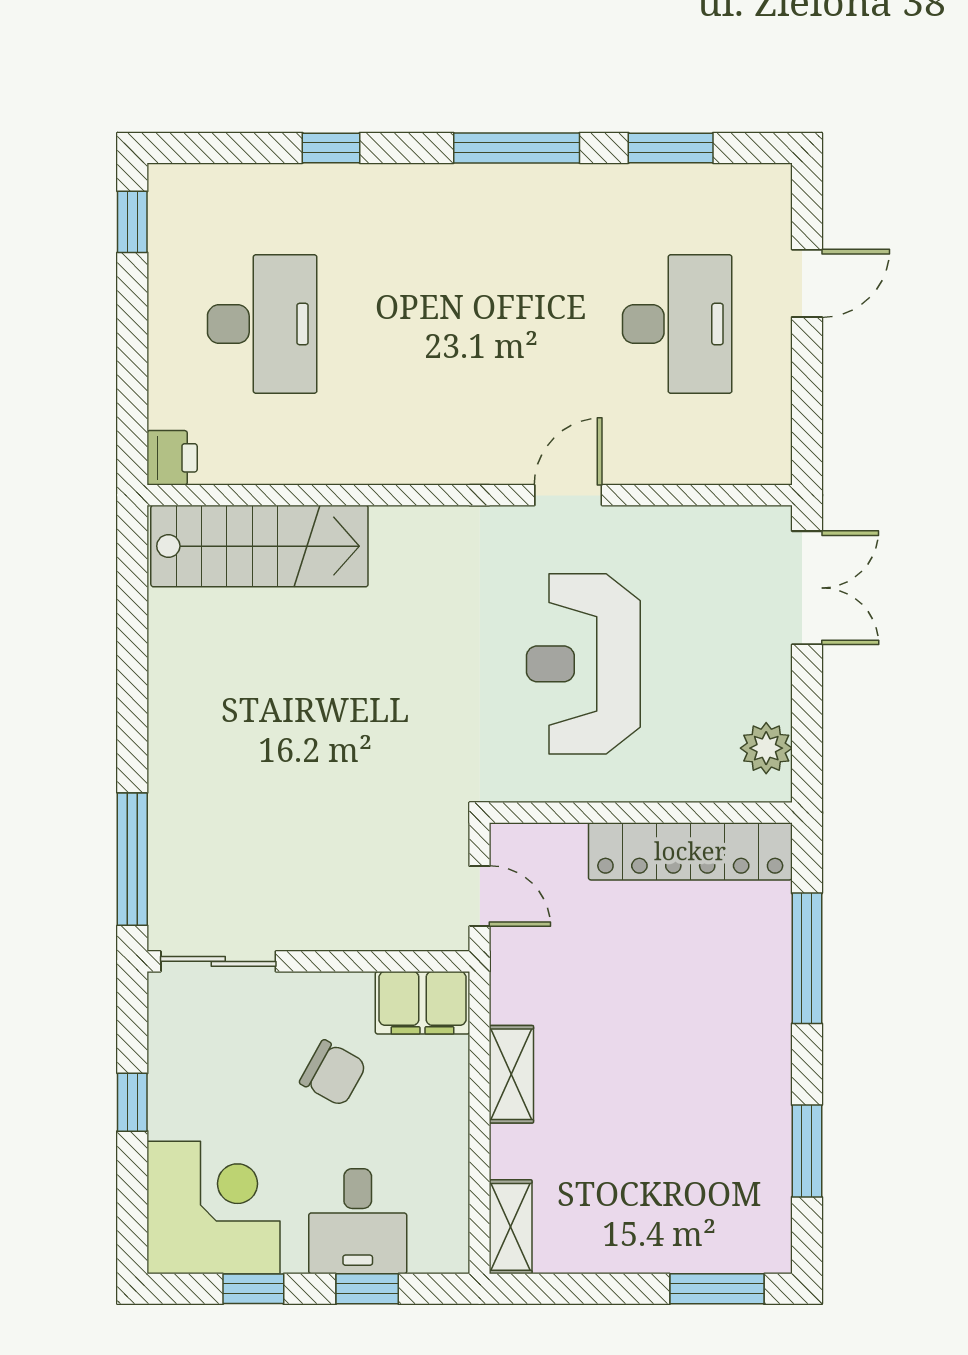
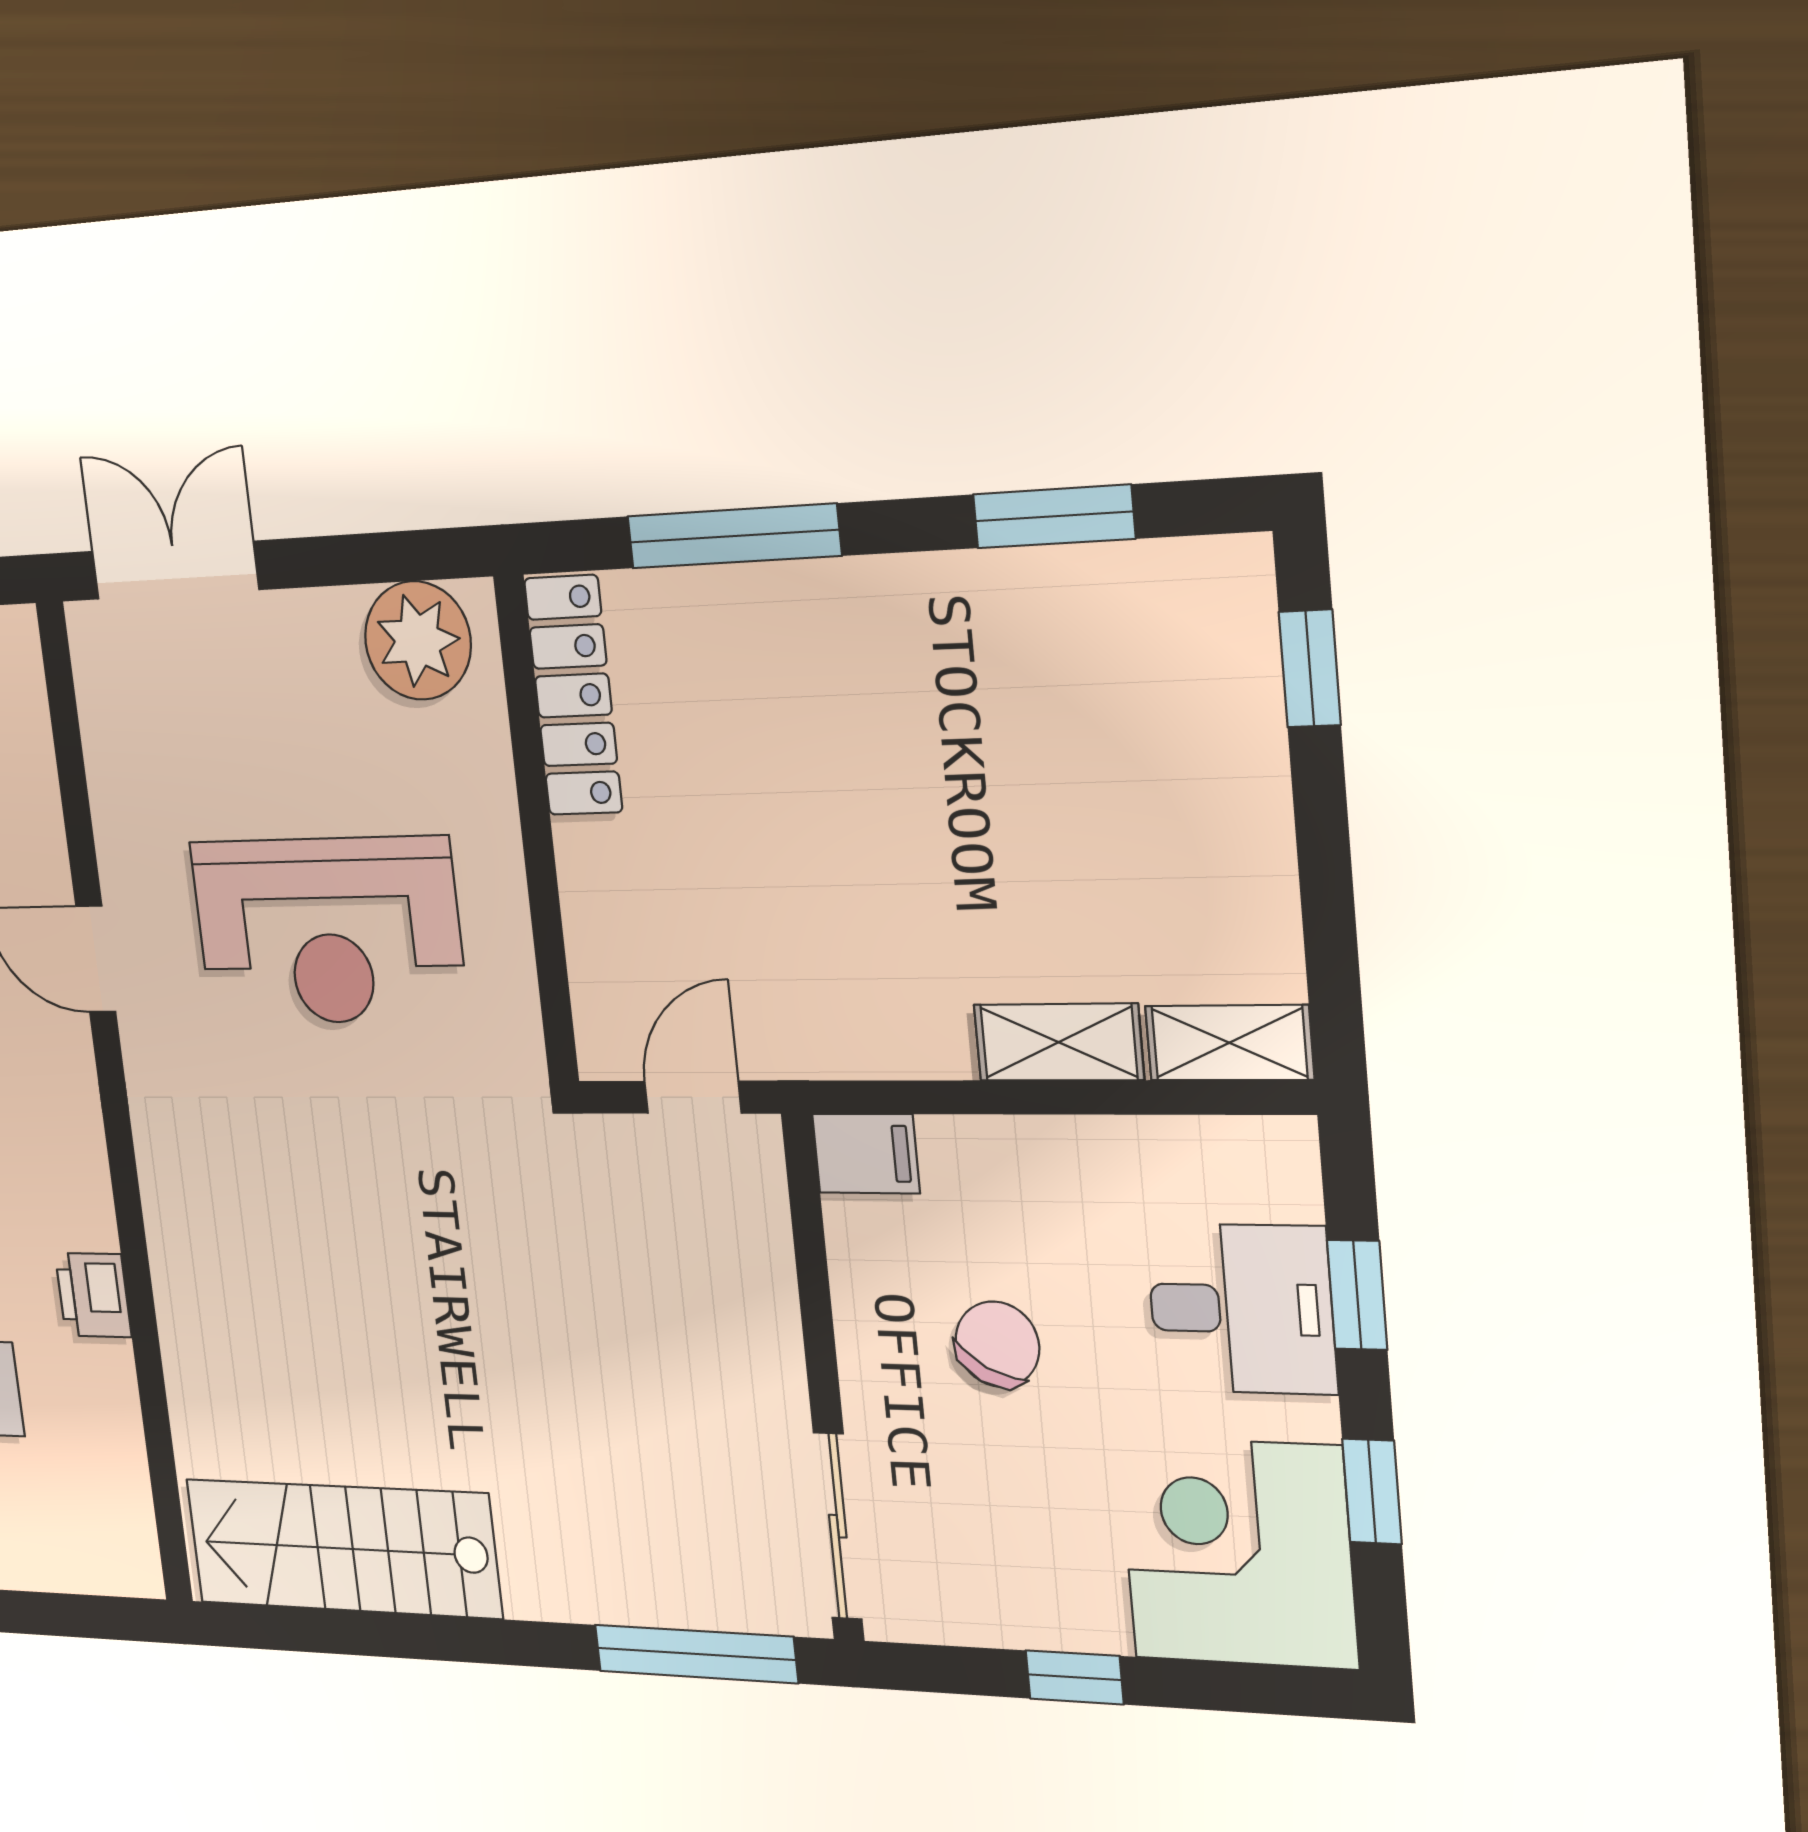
printer: (172, 458) -> (93, 1295), moved, turned -90
stairs: (259, 546) -> (343, 1548), moved, turned -90
plant: (766, 748) -> (418, 640), width x1.36, depth x1.36
locker: (690, 851) -> (573, 695), width x0.71, depth x0.83
filing cabinet: (422, 1003) -> (866, 1154), width x0.50
shelving: (511, 1074) -> (1059, 1042), moved
window: (717, 1289) -> (1310, 668), width x0.67

